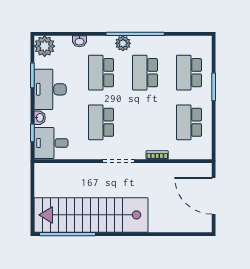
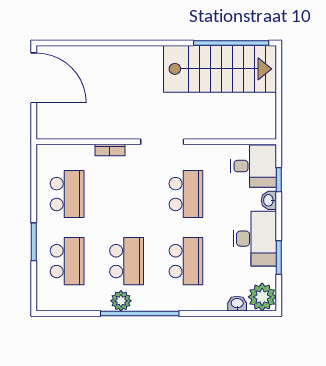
washbasin: (80, 41) -> (237, 304), moved
plant: (123, 43) -> (121, 301), moved
door: (214, 196) -> (34, 78), moved
stairs: (91, 215) -> (220, 69), width x0.73

